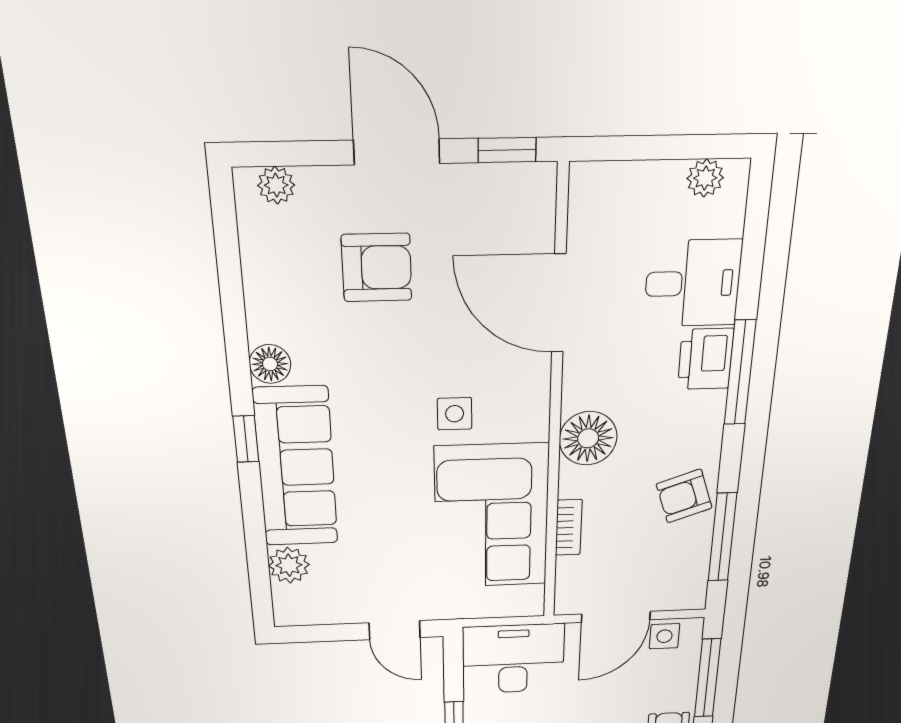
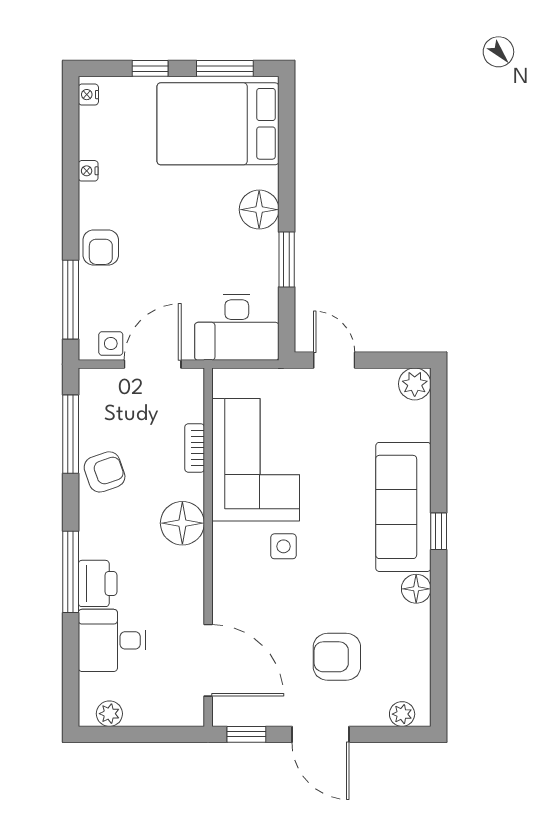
door: (559, 304) -> (208, 660), moved
plant: (289, 565) -> (415, 384), moved

